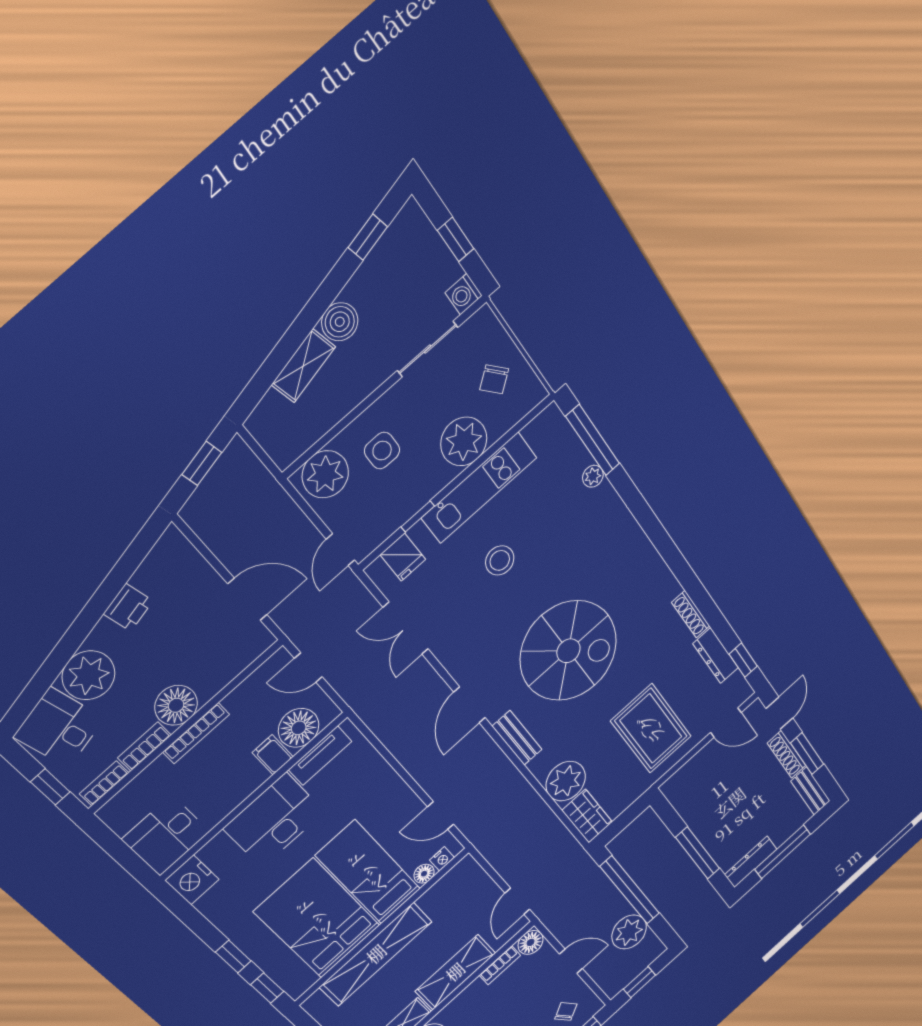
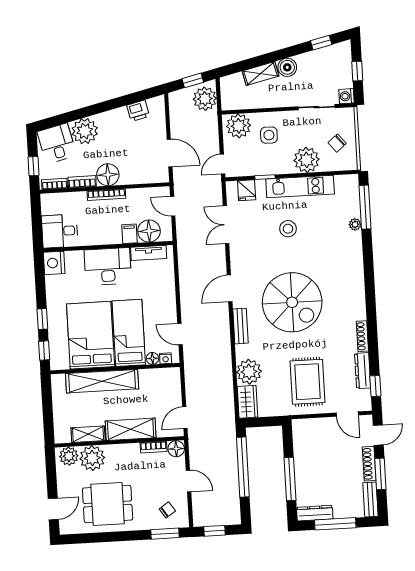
printer: (128, 607) -> (138, 111), moved
plant: (629, 932) -> (205, 99), moved

